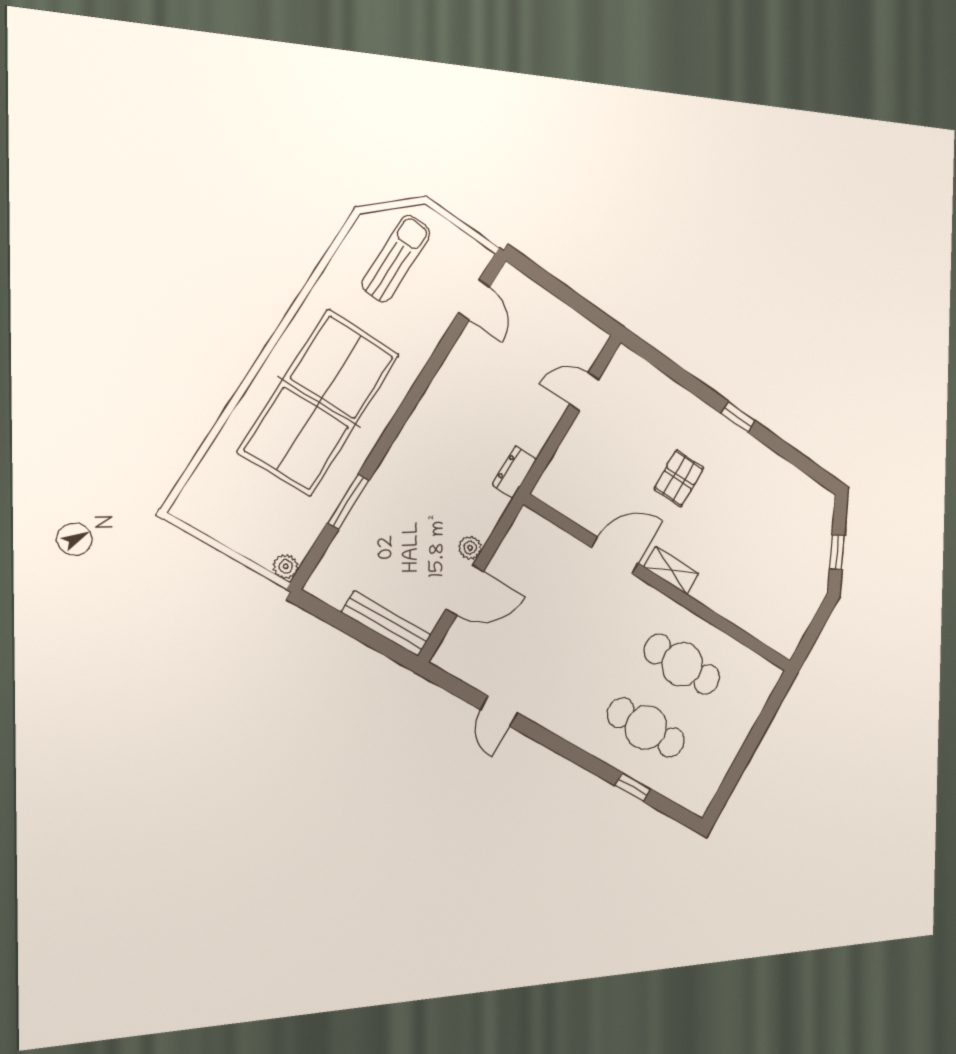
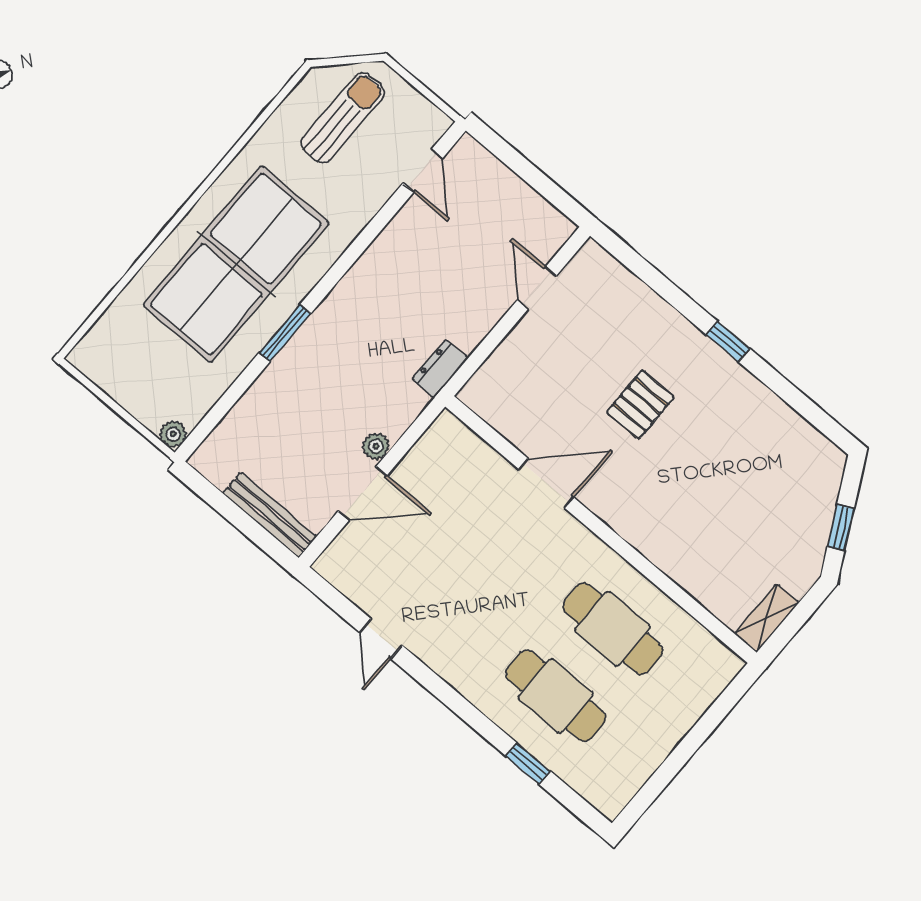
door: (584, 392) -> (537, 288), hinge flipped
window: (348, 502) -> (285, 333), moved
shelving: (671, 571) -> (767, 618), moved, turned 90

